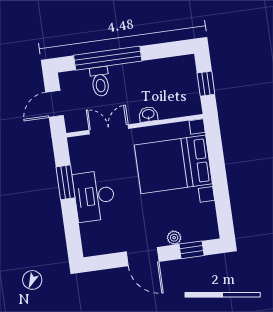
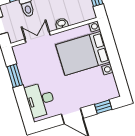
desk: (94, 196) -> (40, 100), moved
plant: (174, 238) -> (91, 101), removed

